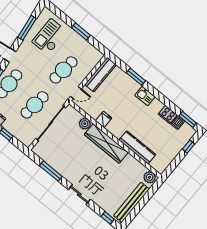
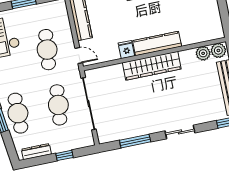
door: (76, 93) -> (79, 55), hinge flipped
plant: (85, 124) -> (203, 53), moved
kitchen counter: (137, 147) -> (157, 44), moved

